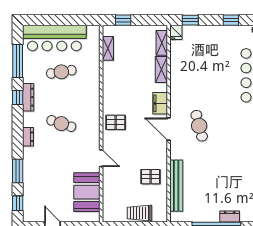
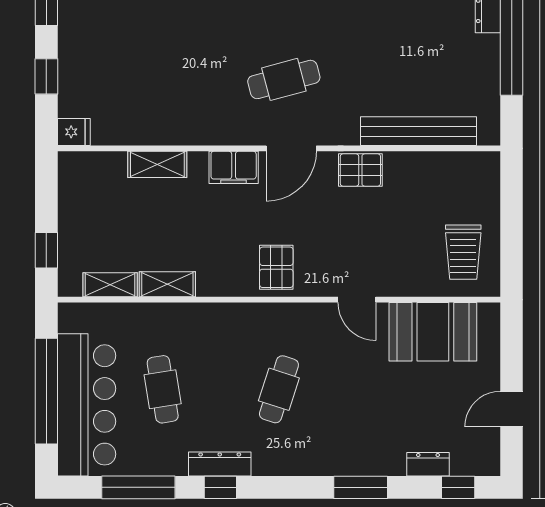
window: (61, 20) -> (46, 391), added
window: (190, 20) -> (46, 76), moved
shelving: (162, 43) -> (167, 284), moved
dresser: (28, 137) -> (428, 464), moved
door: (101, 158) -> (357, 300), swing flipped
window: (18, 171) -> (361, 487), moved
pallet: (151, 177) -> (360, 170), moved, turned 90
trolley: (140, 213) -> (463, 252), moved

